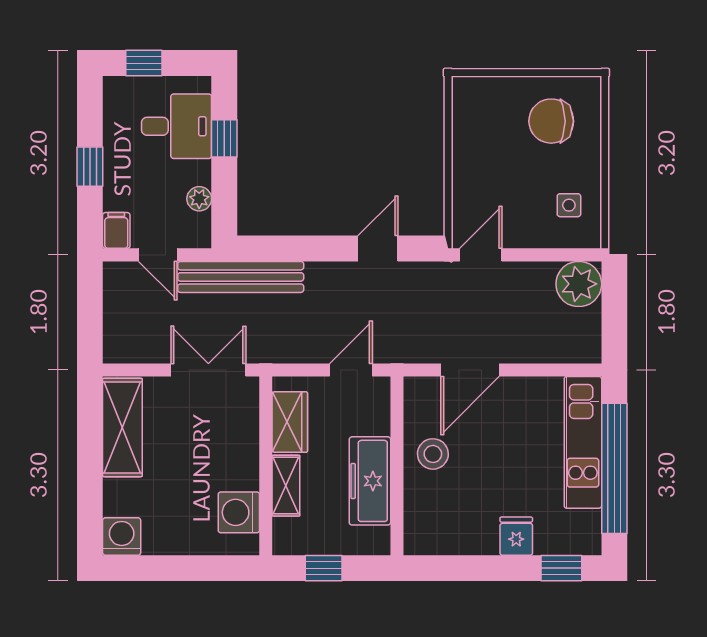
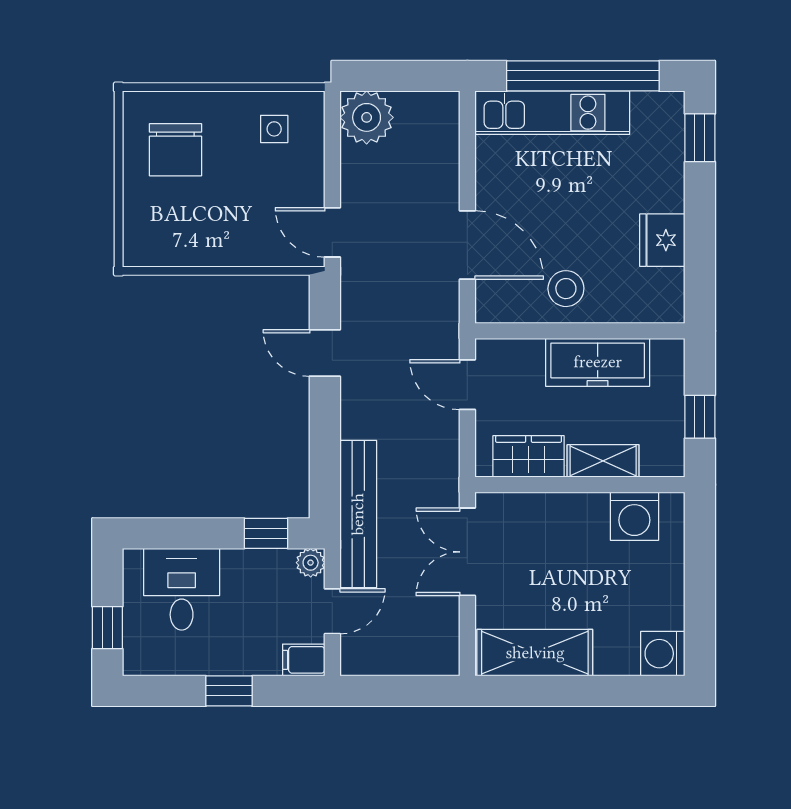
window: (224, 138) -> (266, 533), moved
plant: (199, 199) -> (311, 563), moved
fridge: (516, 536) -> (662, 240), moved, width x1.38

